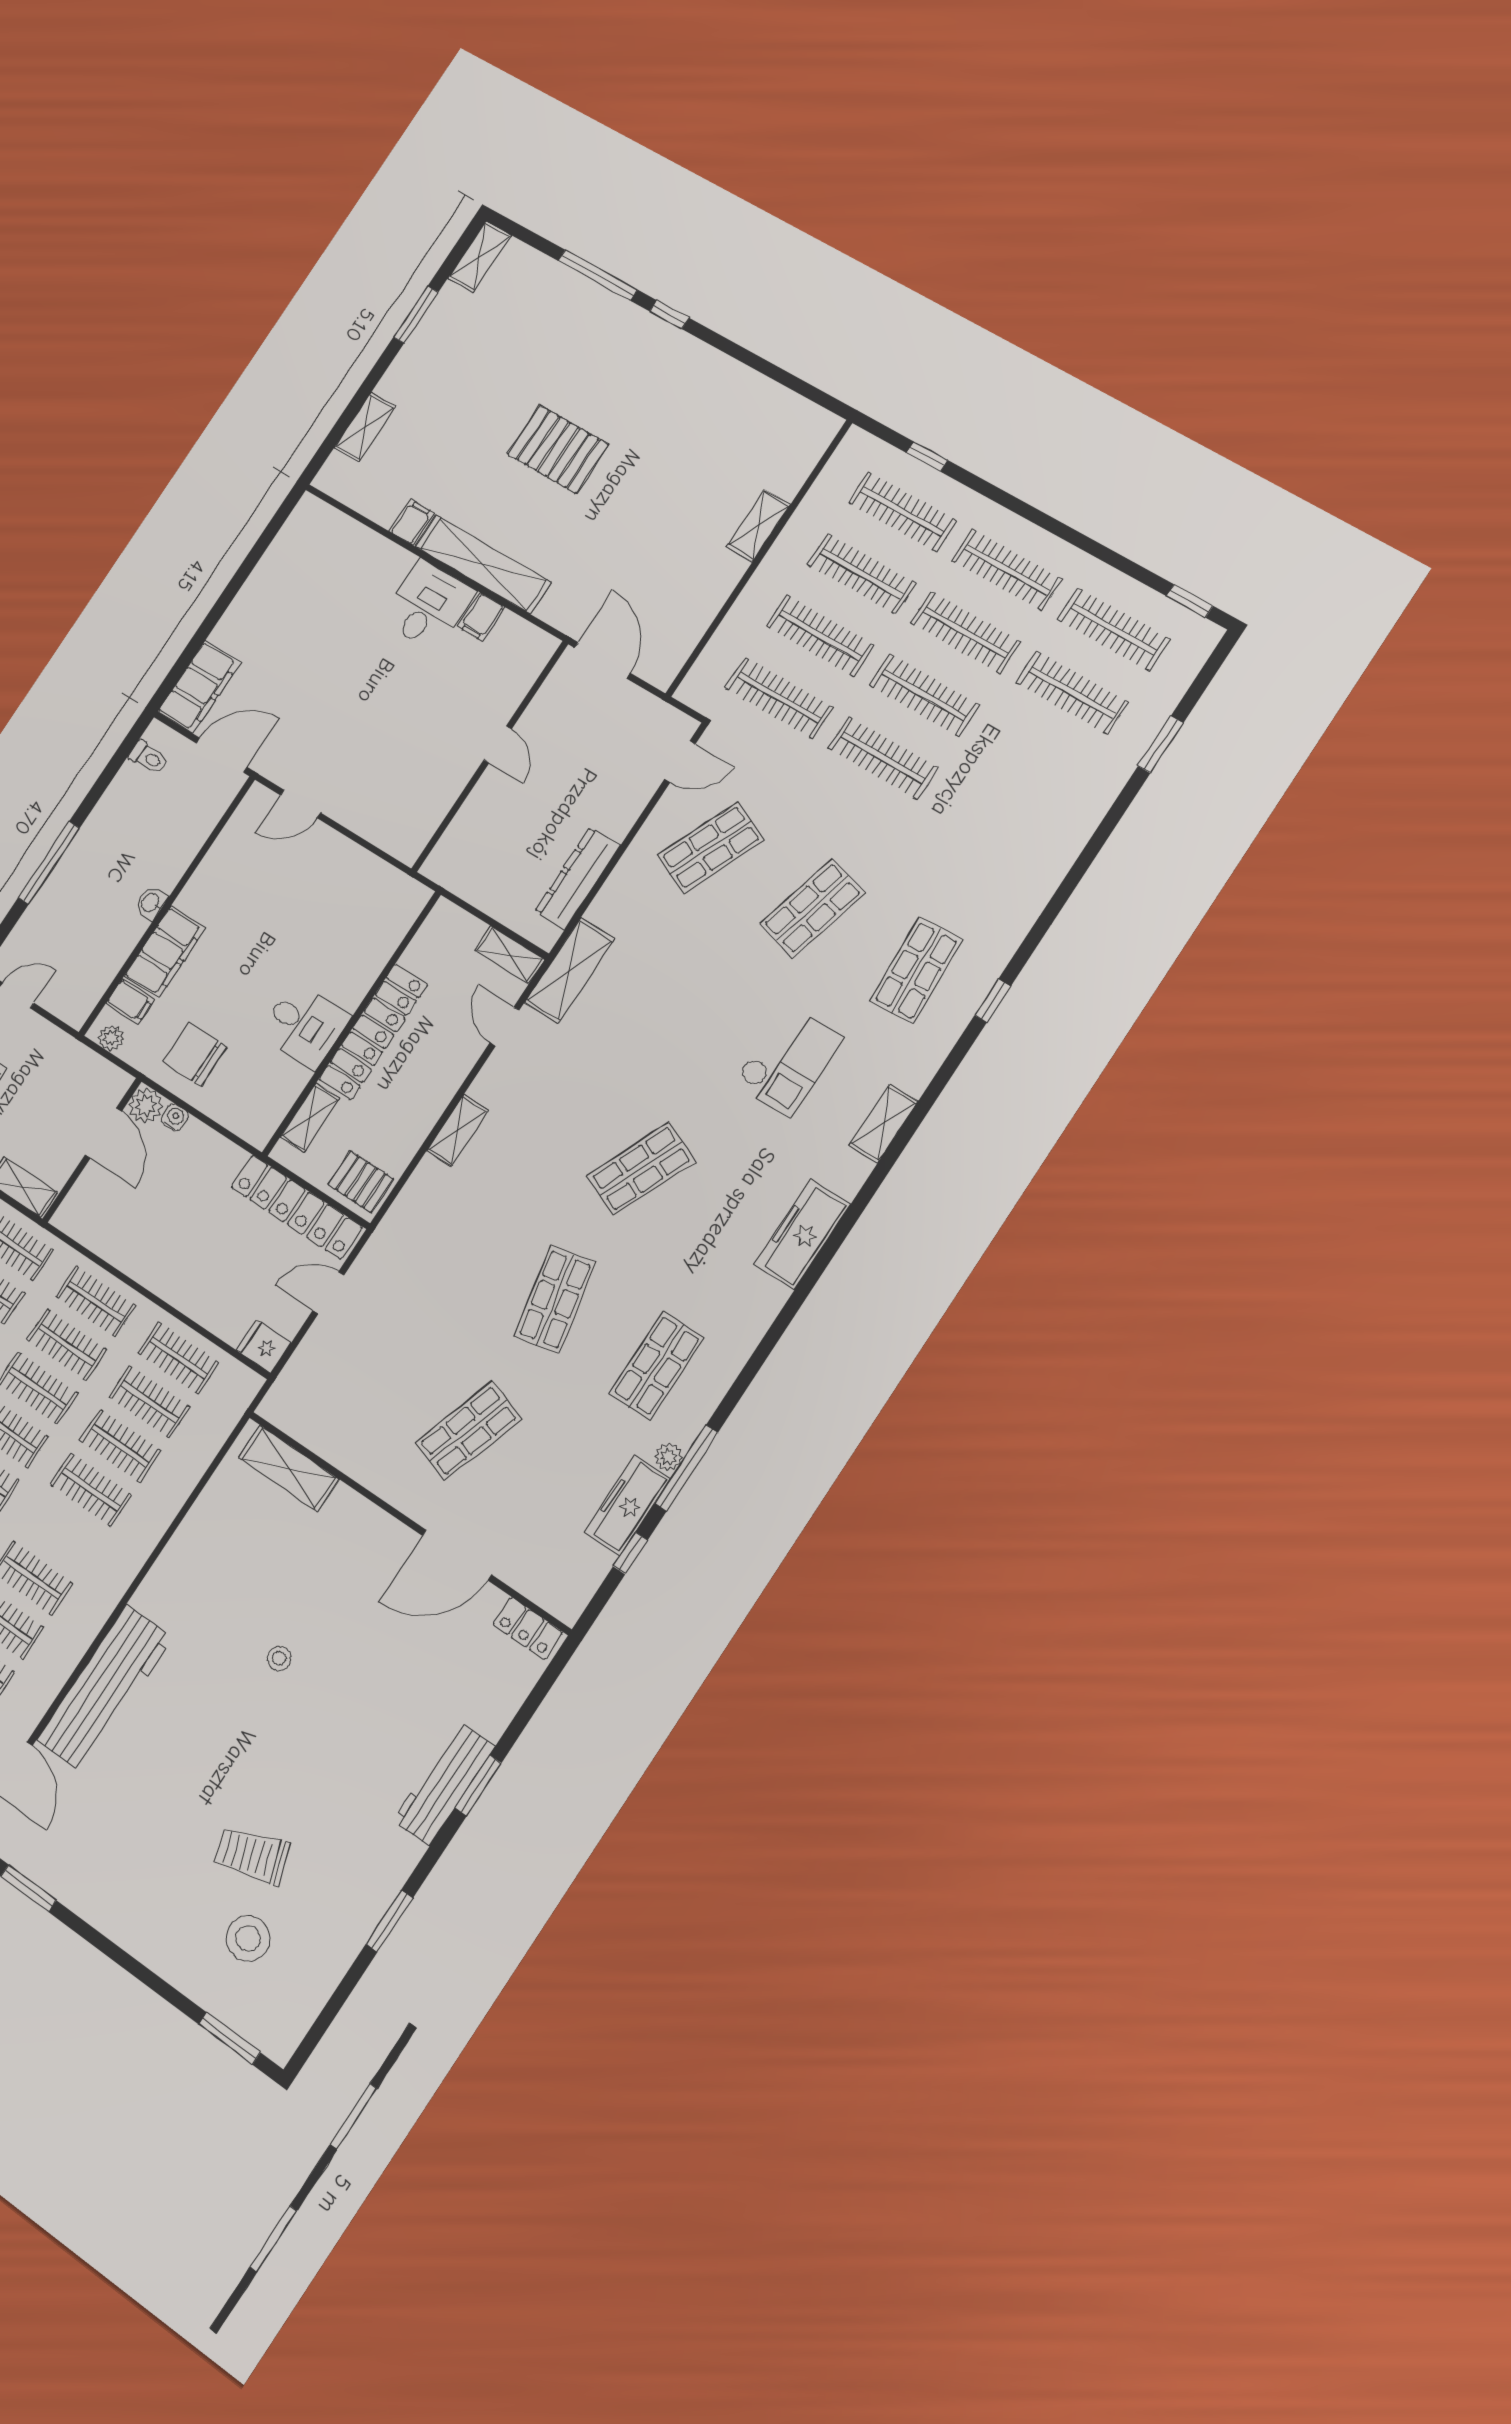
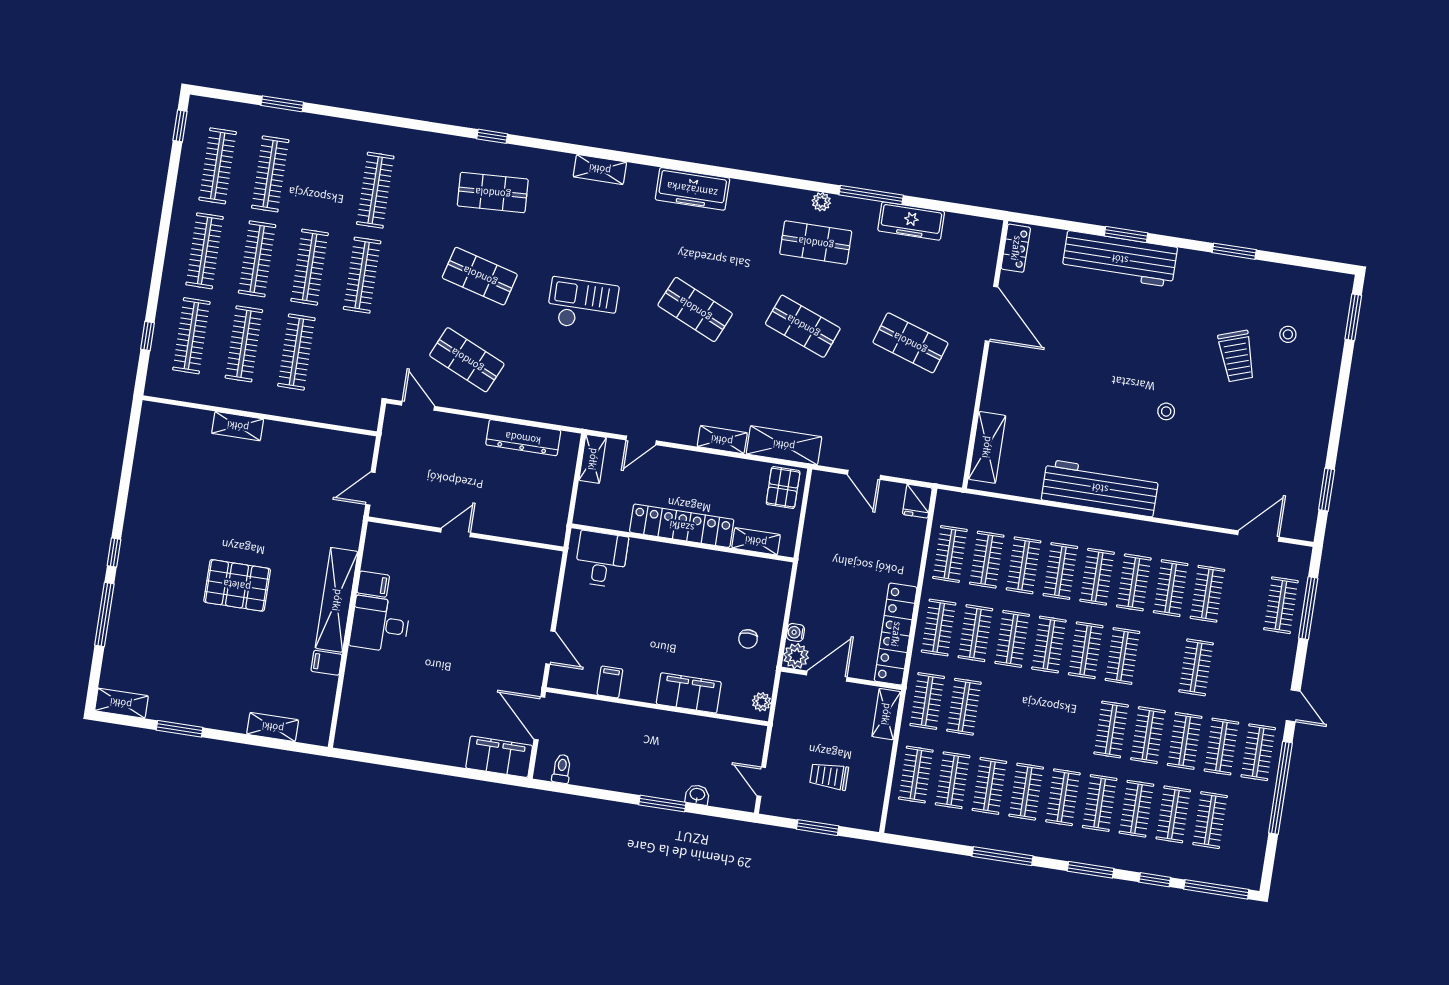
pallet: (558, 449) -> (237, 585), turned 90
door: (602, 660) -> (370, 488), width x0.73
clothes rail: (779, 698) -> (375, 190), moved
window: (49, 863) -> (662, 804), width x0.69
washbasin: (151, 903) -> (697, 795), moved, turned 180
shelving: (570, 971) -> (784, 445), moved
filing cabinet: (130, 1001) -> (610, 682), moved
desk: (305, 1025) -> (601, 559), moved
chair: (195, 1054) -> (748, 639), width x0.54, depth x0.54
checkout: (788, 1060) -> (582, 305), moved
locker: (296, 1207) -> (896, 634), moved, turned 180
shop shelf: (555, 1299) -> (803, 326), turned 33
plant: (668, 1457) -> (821, 202), moved
clothes rail: (62, 1534) -> (1097, 577), added
window: (630, 1553) -> (940, 206), removed
stool: (279, 1658) -> (1166, 411), moved
workbench: (105, 1689) -> (1100, 488), moved
workbench: (444, 1784) -> (1120, 259), width x1.36, depth x1.32
stool: (248, 1938) -> (1288, 334), width x0.53, depth x0.53

